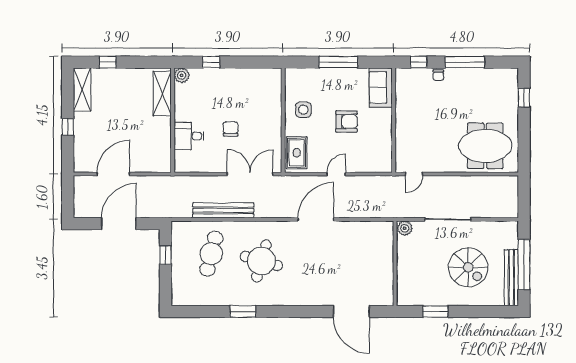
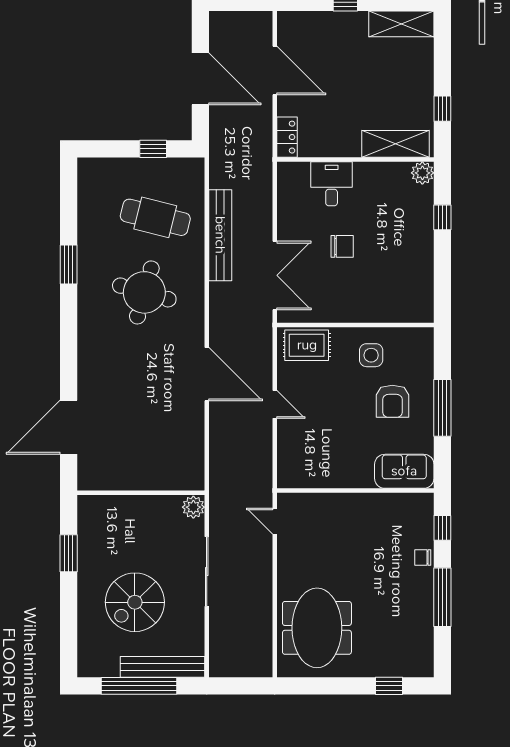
window: (108, 62) -> (442, 109), moved
armchair: (346, 122) -> (392, 401), moved
locker: (158, 166) -> (287, 137), added
bench: (511, 278) -> (162, 667), moved

